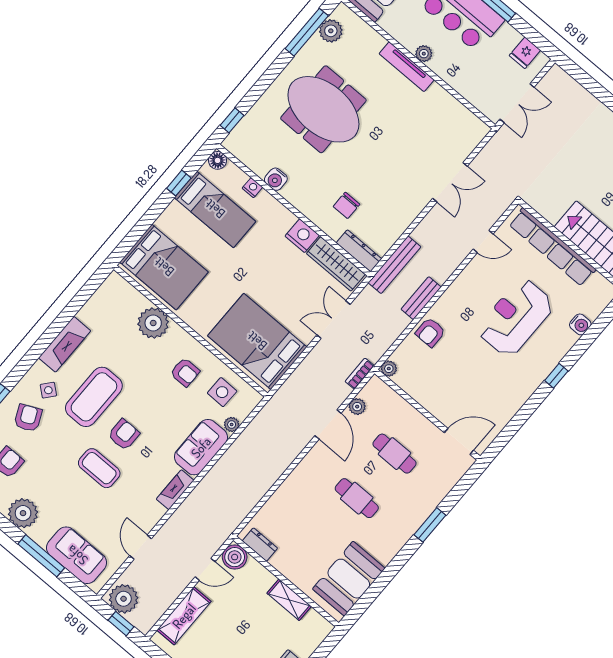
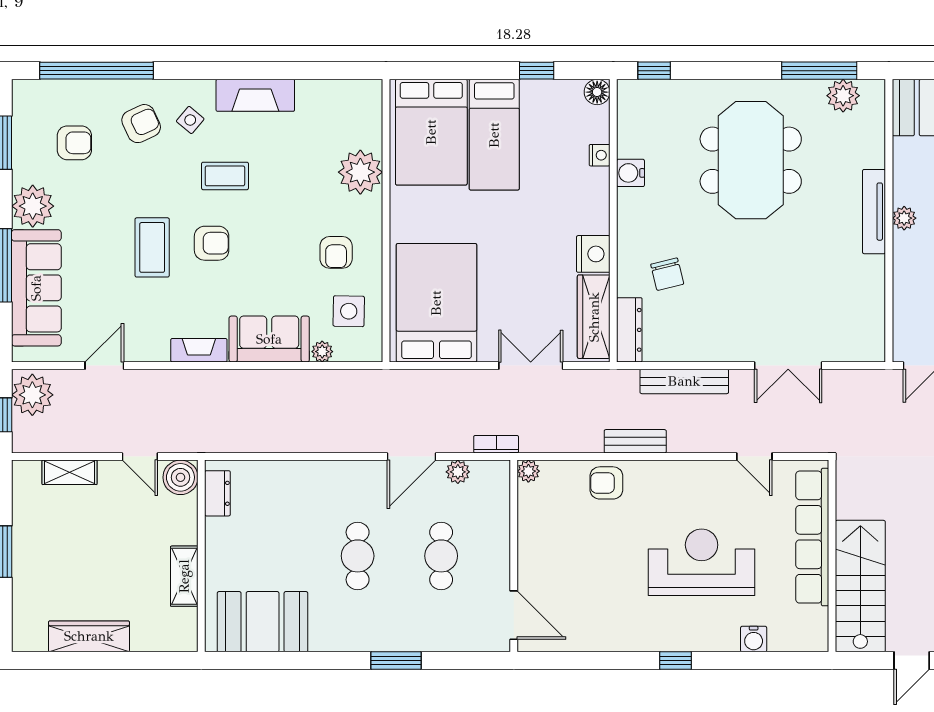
chair: (346, 205) -> (667, 274), turned -104
bed: (215, 209) -> (494, 135), moved
bench: (395, 265) -> (684, 381), moved
coffee table: (94, 397) -> (225, 176), width x0.54, depth x0.58
sofa: (77, 555) -> (36, 288), width x1.36
shelving: (184, 616) -> (70, 472), width x0.67, depth x0.75

